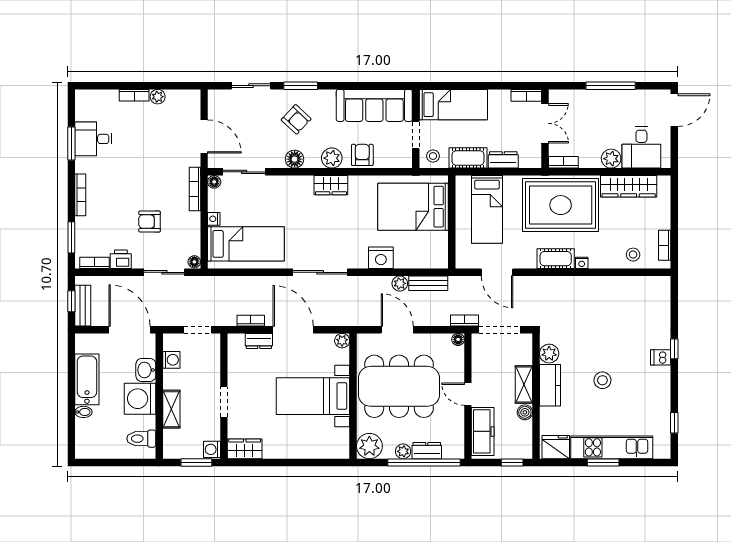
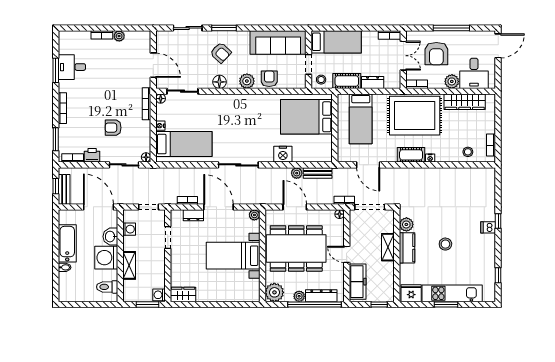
armchair: (590, 121) -> (436, 54), added
wardrobe: (331, 185) -> (246, 101), removed
doorway: (224, 402) -> (168, 238), moved
boiler: (525, 412) -> (389, 268), removed
dresser: (427, 451) -> (321, 296), width x1.44

